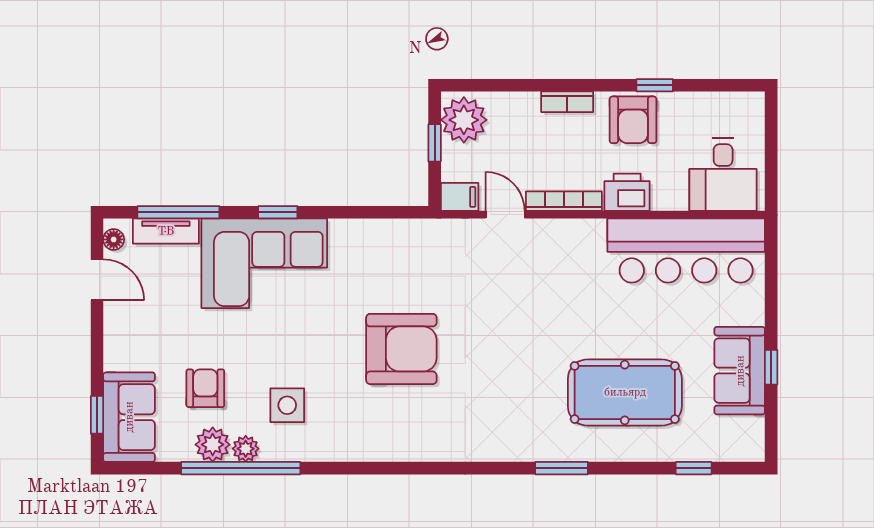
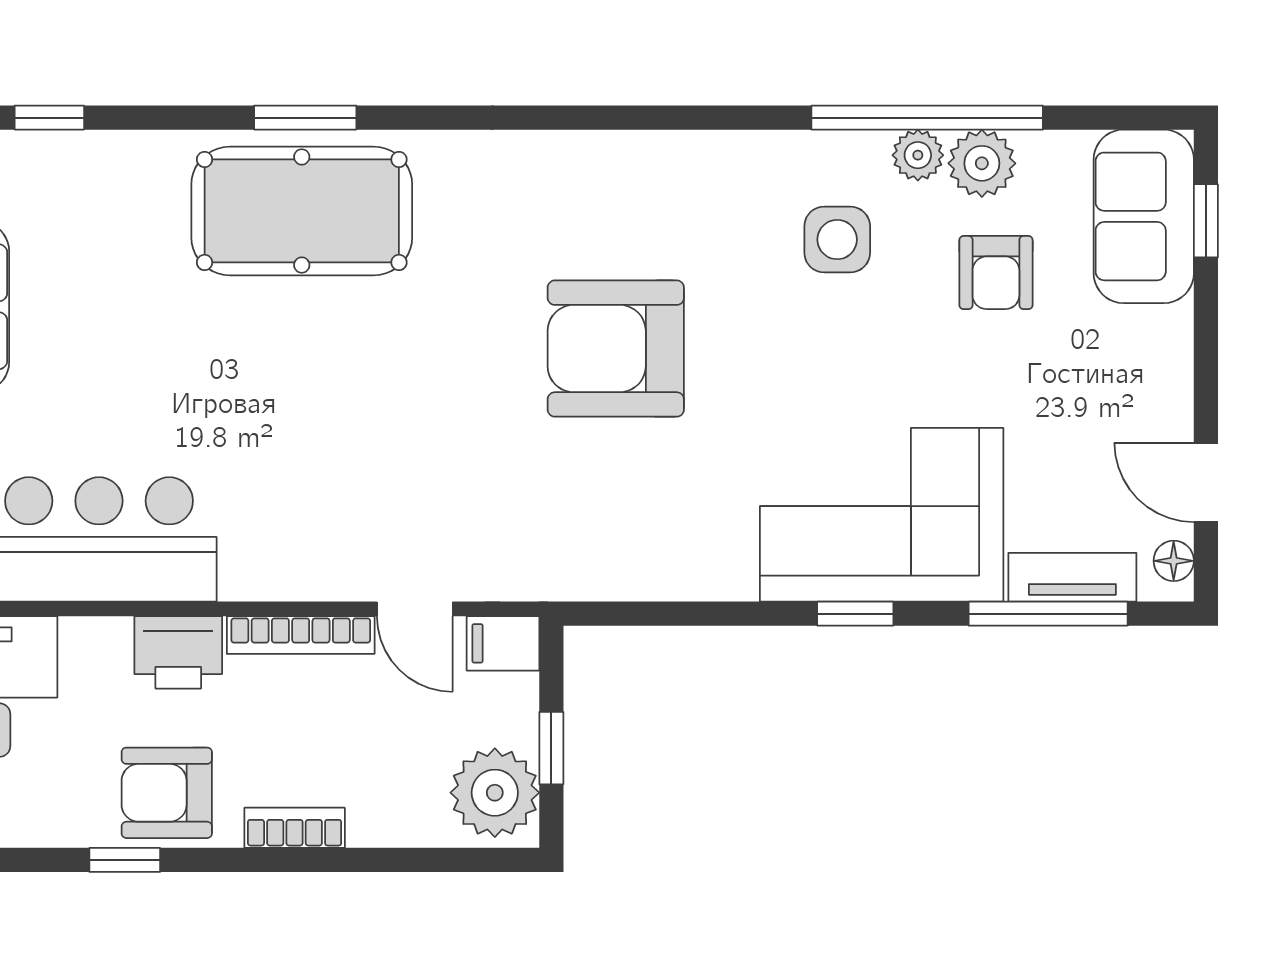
armchair: (633, 120) -> (167, 793), turned -90
pool table: (625, 392) -> (302, 211), moved

